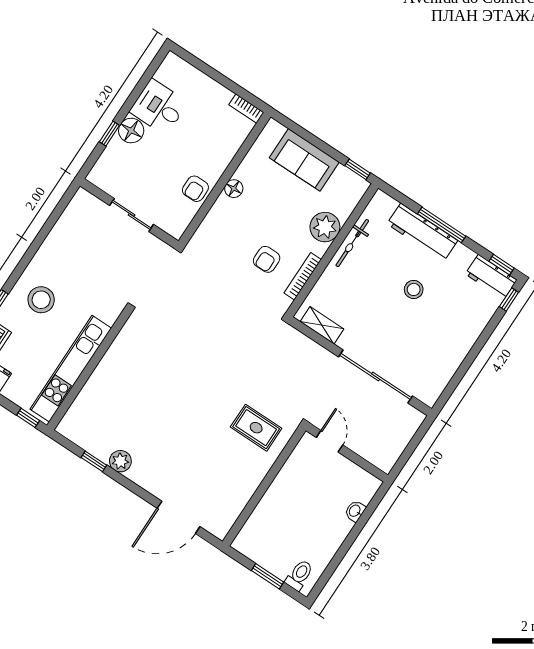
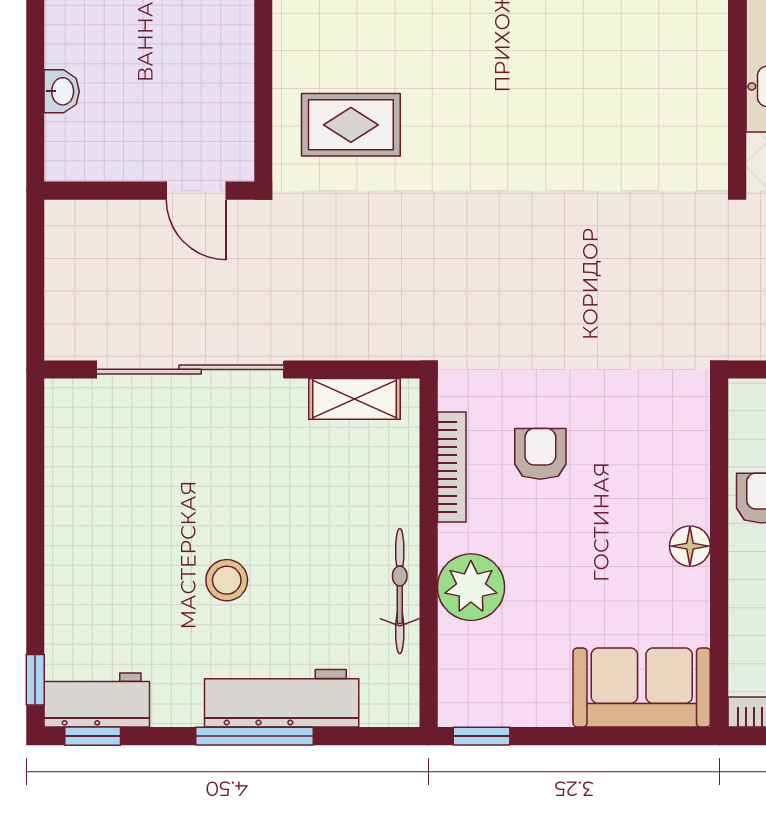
sofa: (304, 160) -> (642, 688), moved

